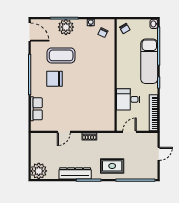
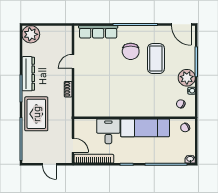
plant: (66, 27) -> (187, 78), moved
door: (30, 32) -> (181, 24), hinge flipped
exam couch: (149, 61) -> (145, 128), moved, turned 180
chair: (54, 79) -> (131, 51), turned 180
row of seats: (36, 109) -> (98, 32), width x1.48
door: (64, 132) -> (73, 61), hinge flipped
door: (130, 132) -> (73, 145), moved
rug: (112, 166) -> (36, 114), width x1.36, depth x1.43

